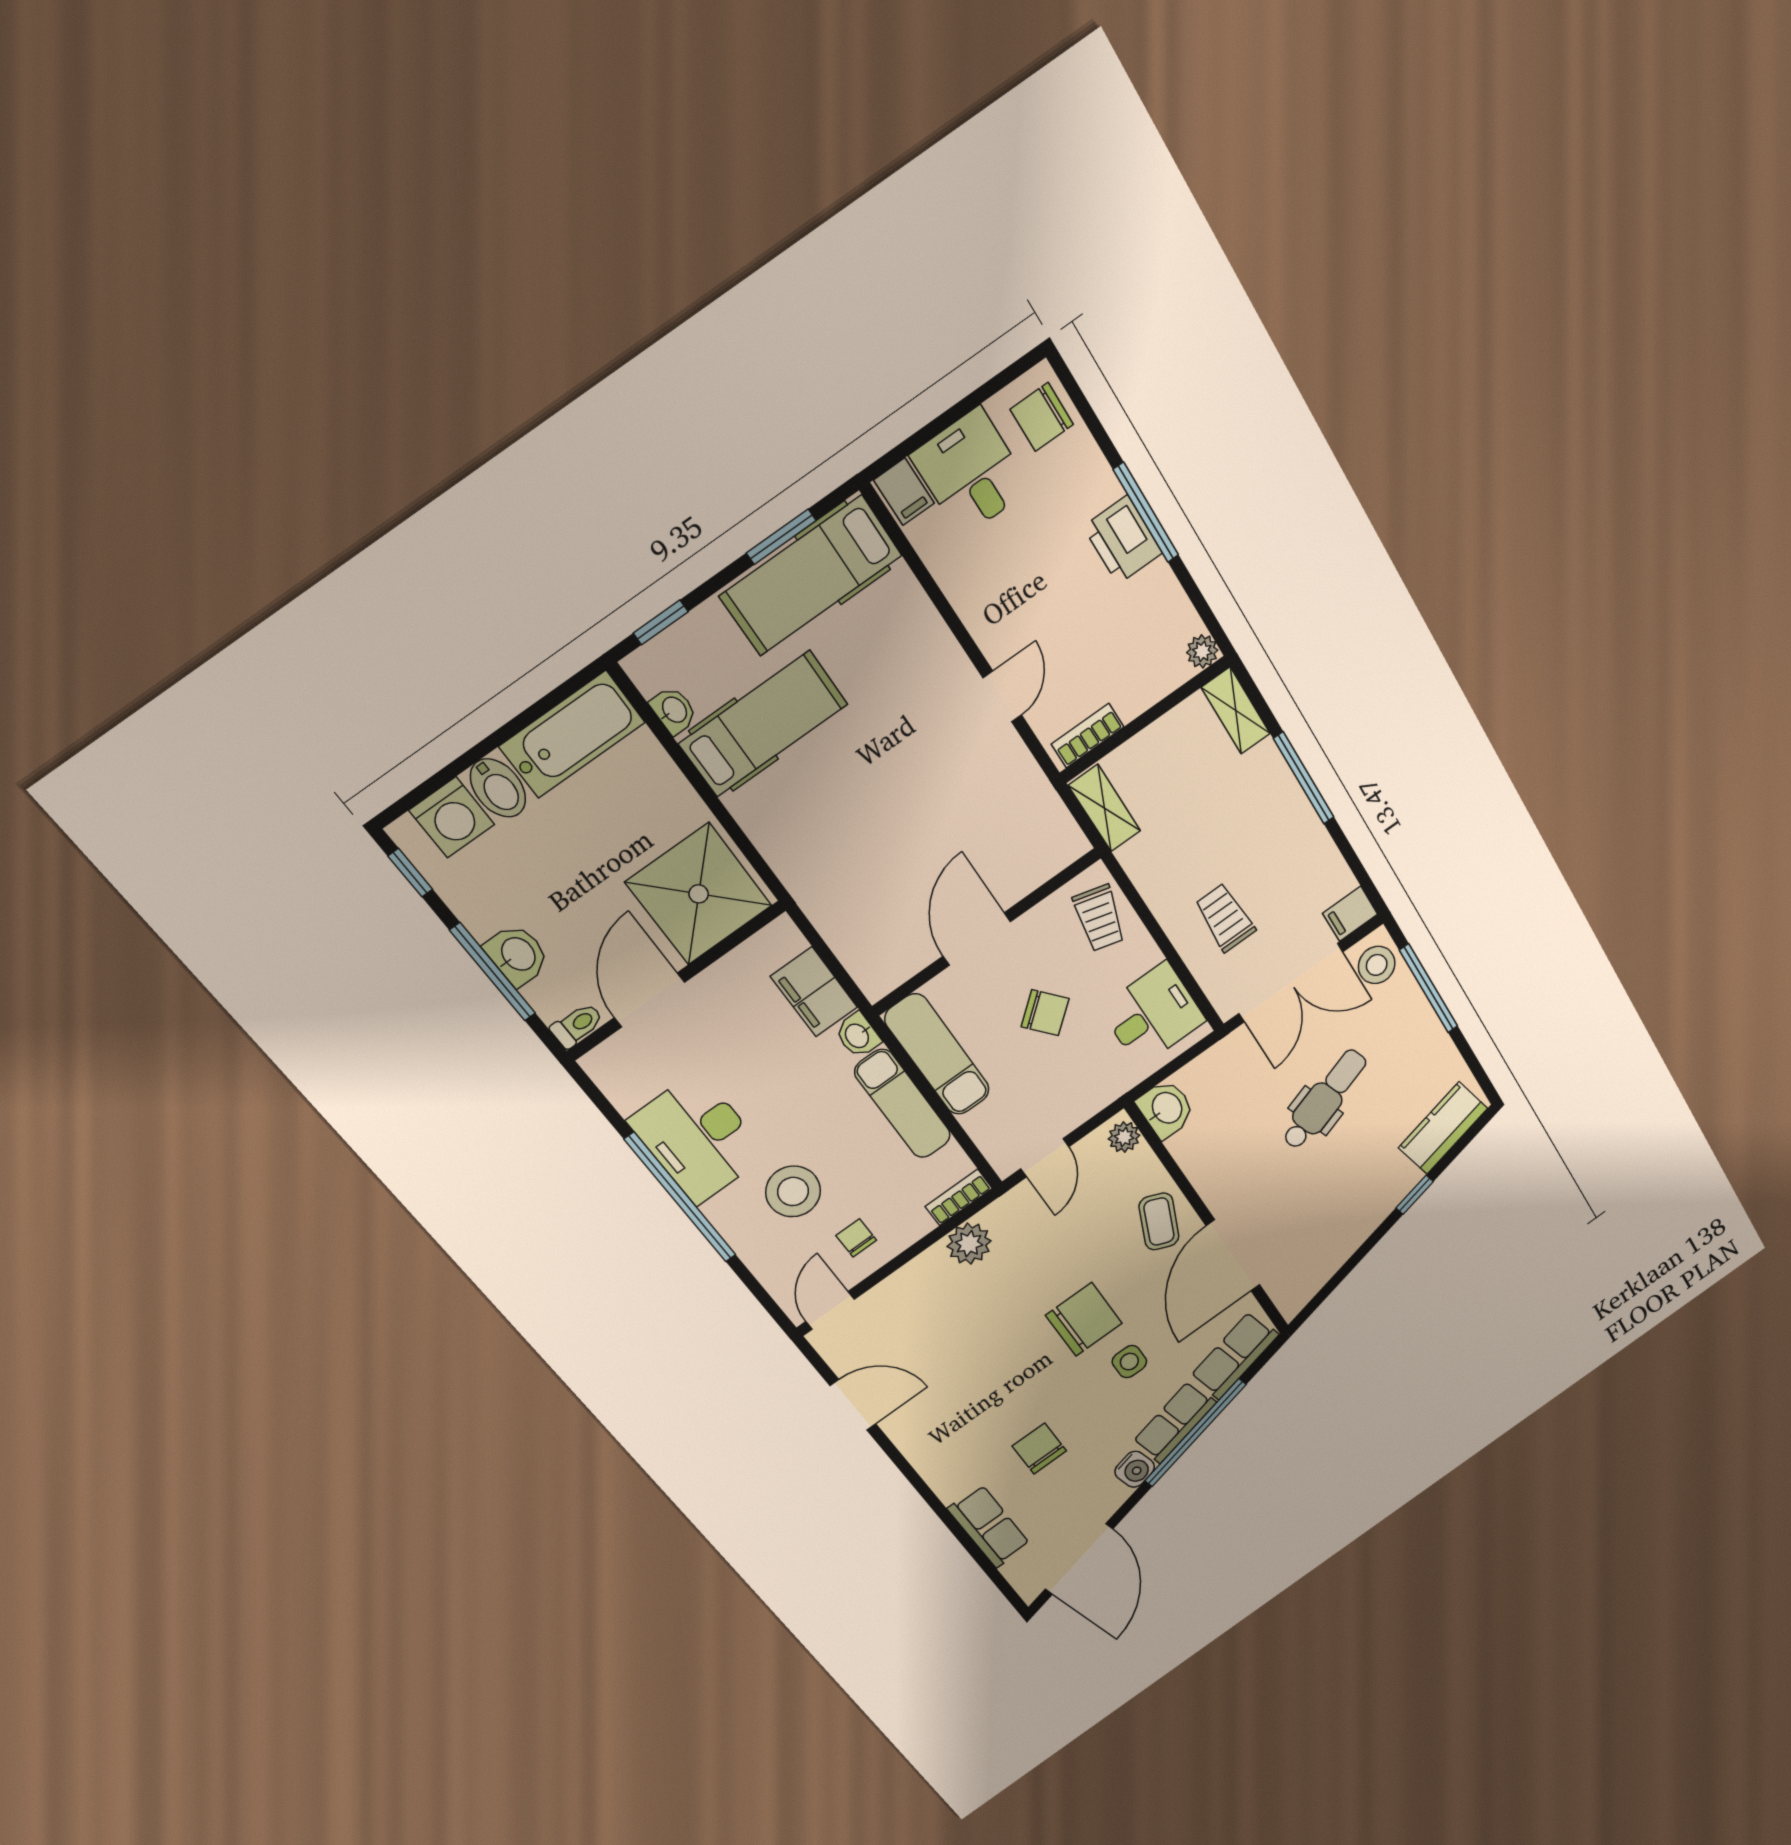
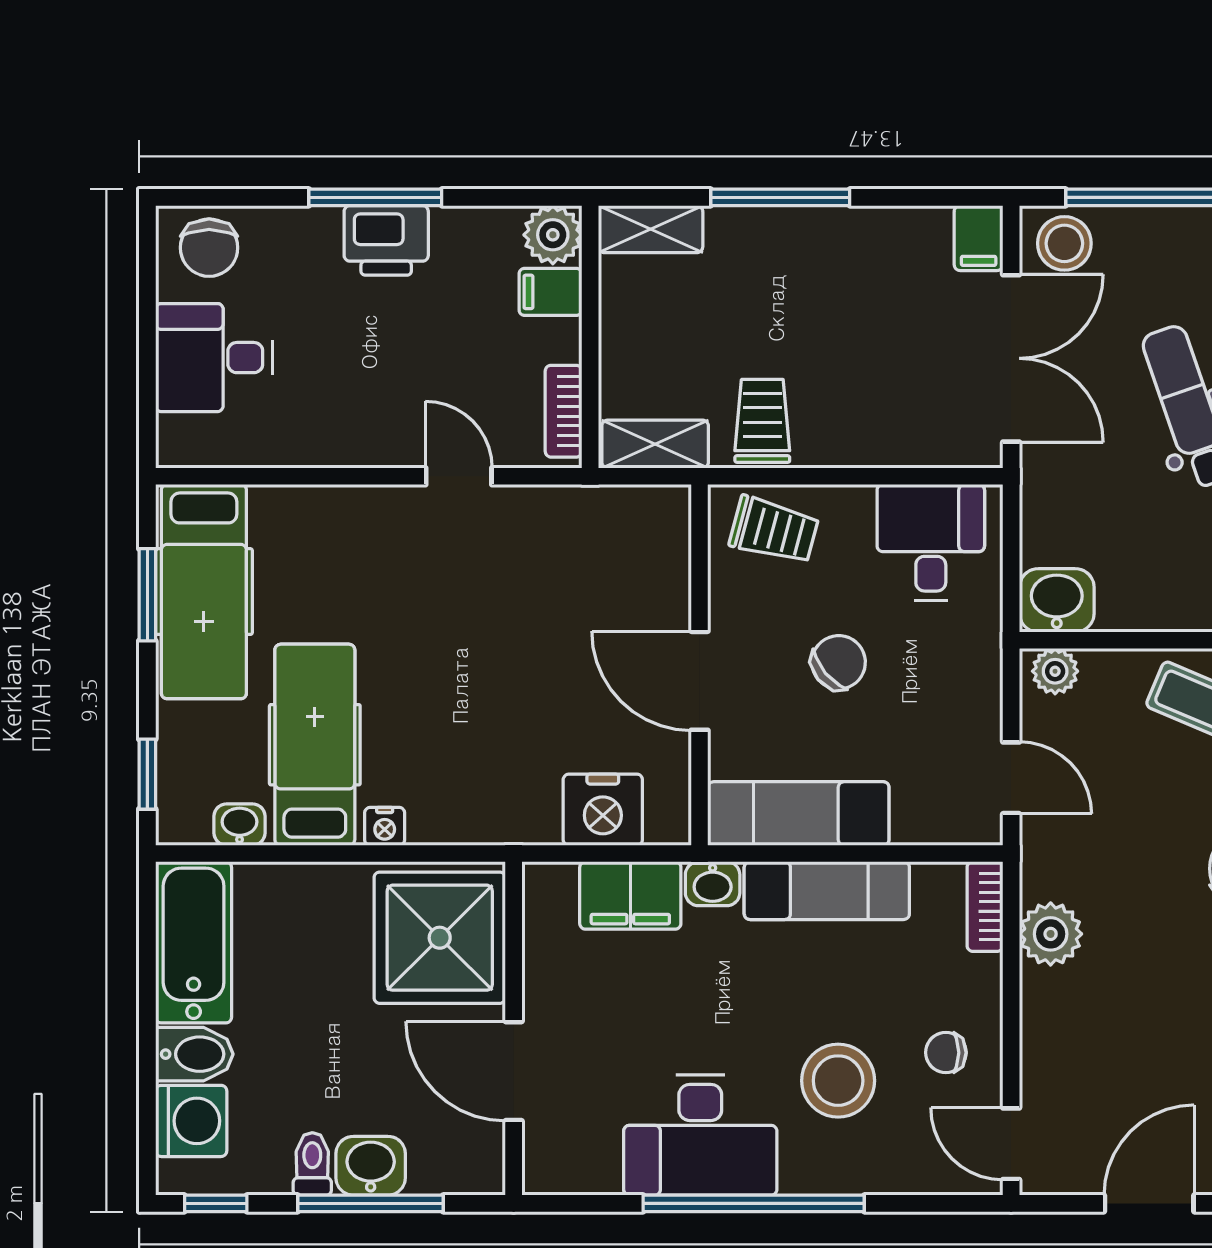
filing cabinet: (904, 492) -> (550, 292), moved, turned 180
plant: (1202, 651) -> (553, 235), width x1.38, depth x1.38
nightstand: (744, 808) -> (385, 826), added
trolley: (1225, 918) -> (762, 421), moved, turned 90
nightstand: (855, 937) -> (603, 810), added
toilet: (577, 1025) -> (312, 1164), moved

